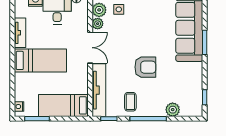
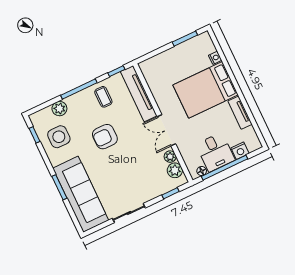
side table: (119, 9) -> (59, 137), moved, width x1.87, depth x1.87
bed: (40, 60) -> (205, 90), width x1.50
bed: (63, 105) -> (166, 63), removed
nightstand: (19, 107) -> (215, 58), moved

